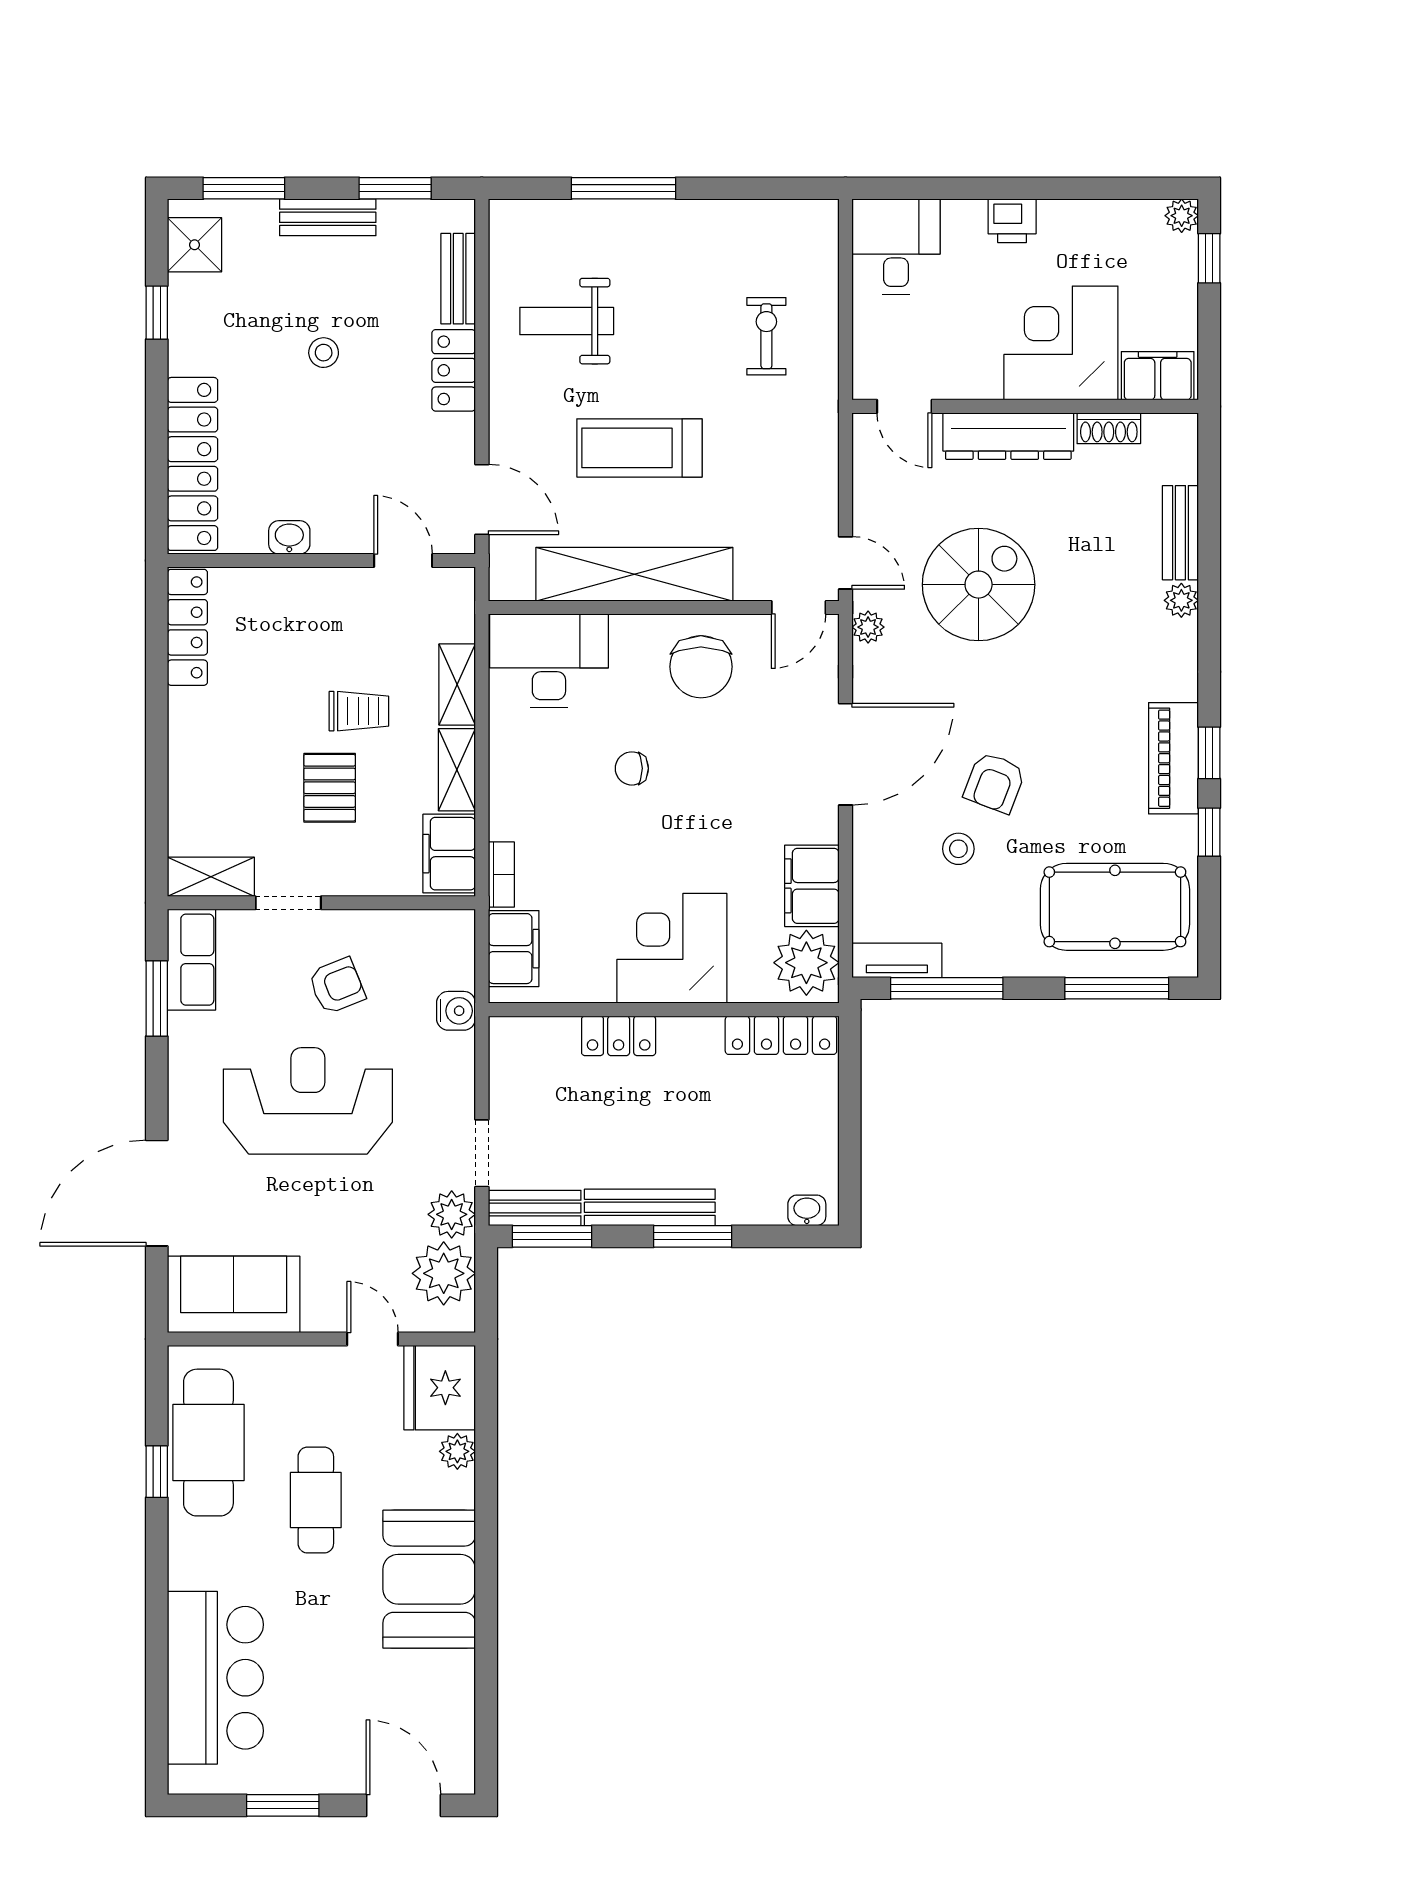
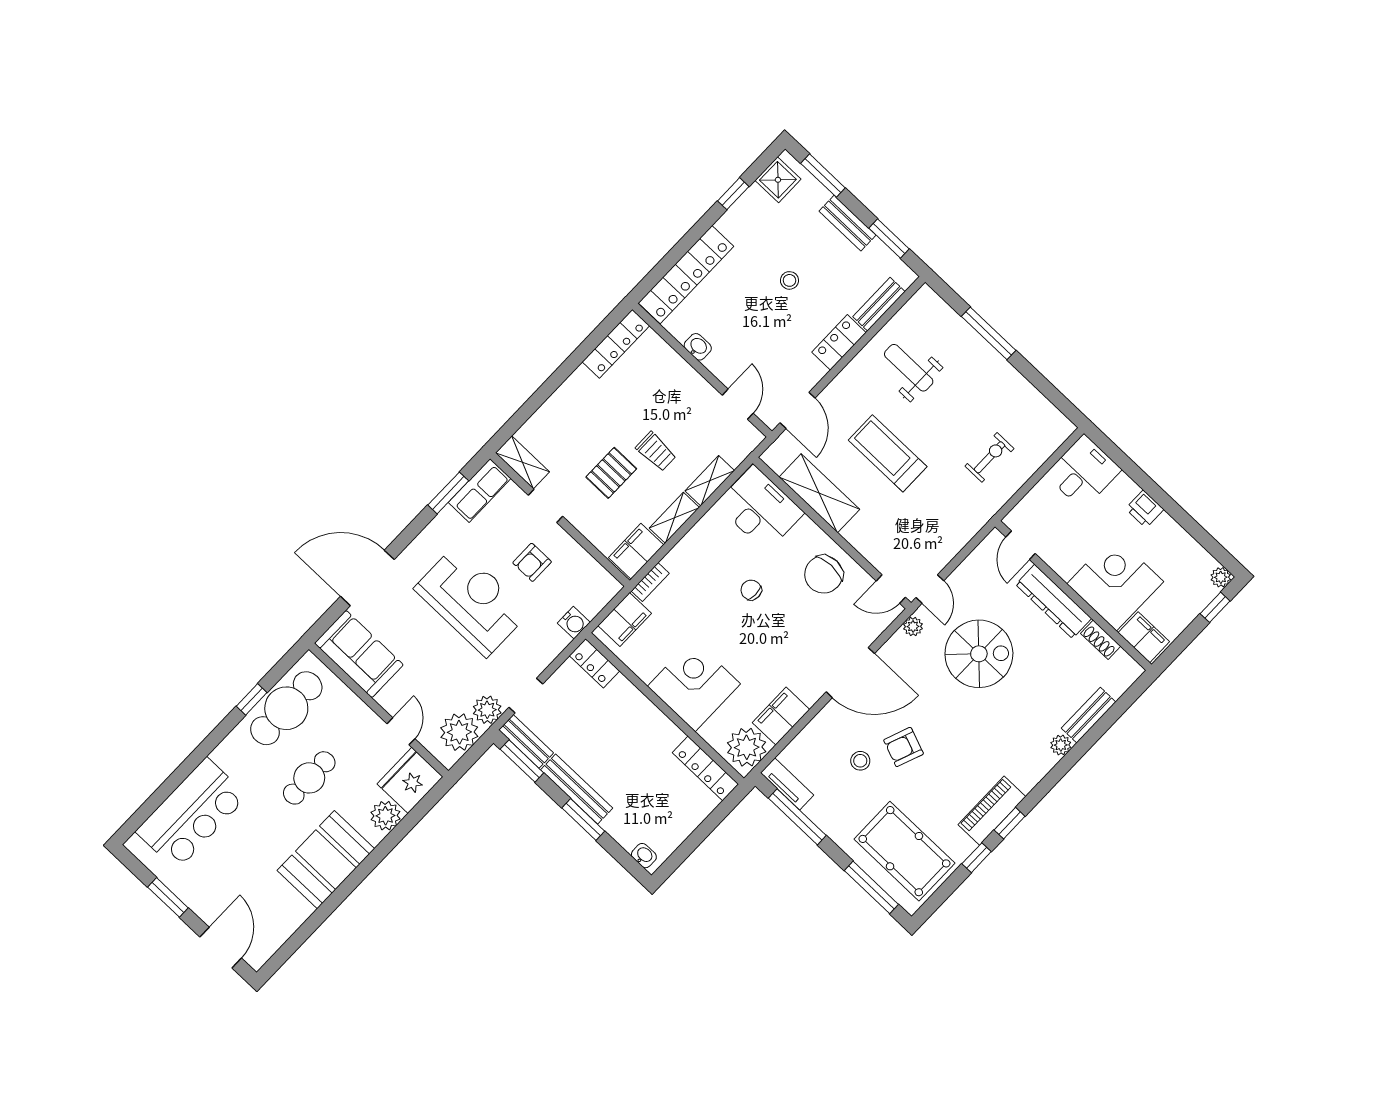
shelving: (634, 574) -> (819, 493), width x0.68
armchair: (337, 986) -> (532, 562), turned 112
locker: (619, 1036) -> (594, 663), moved
plant: (457, 1451) -> (385, 816), width x1.38, depth x1.38

